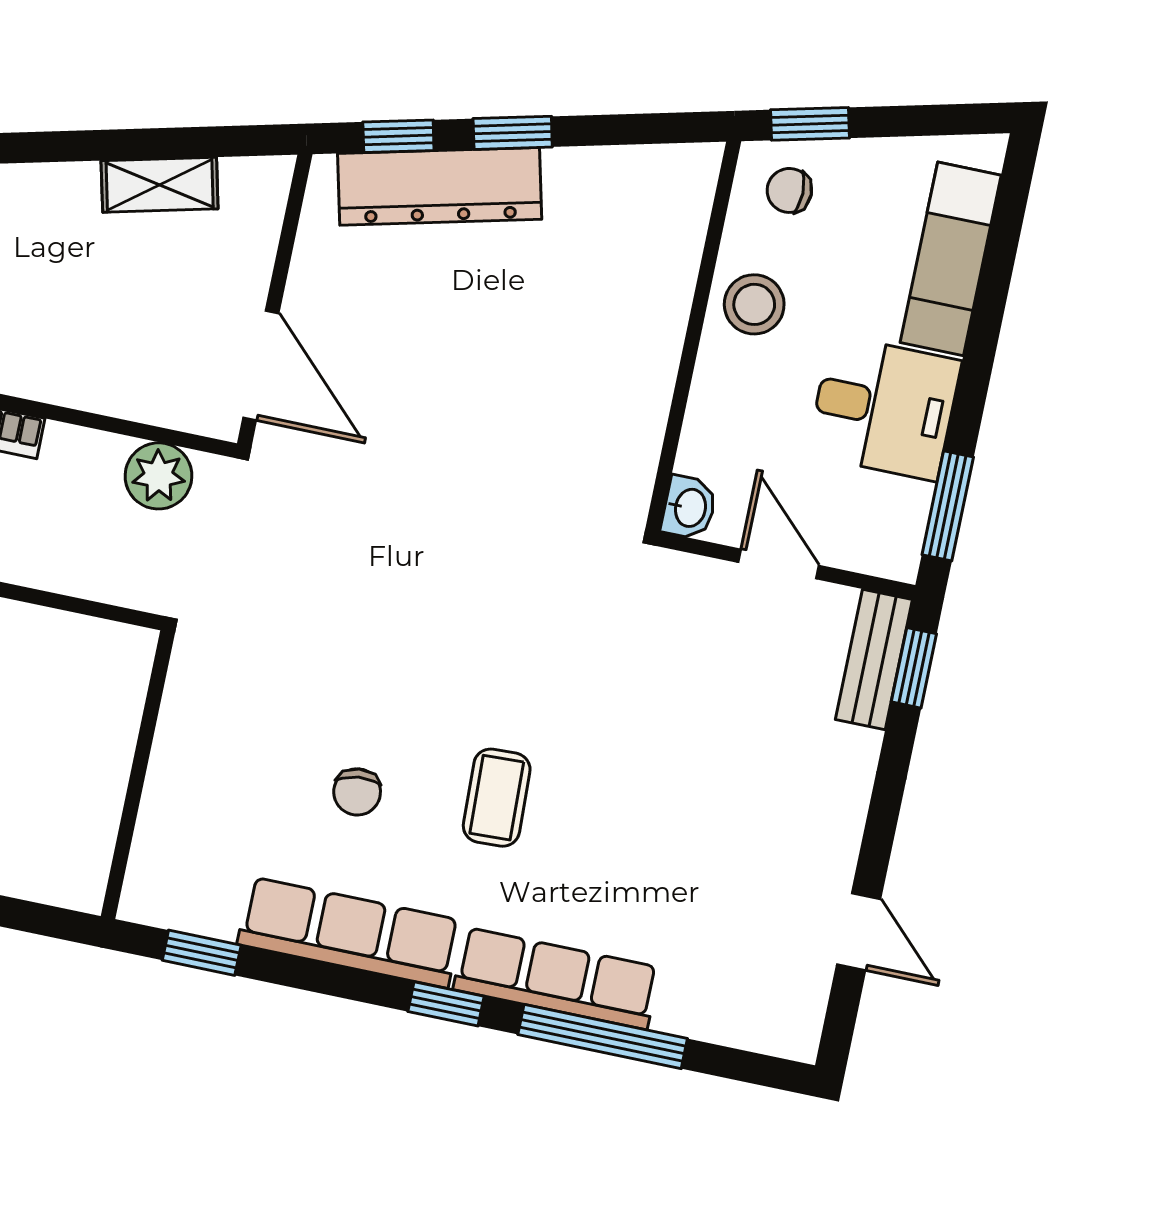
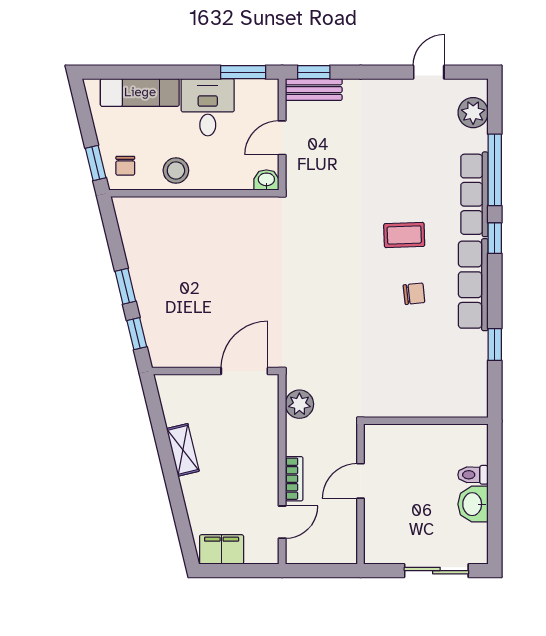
shelving: (160, 185) -> (183, 450), moved
dresser: (440, 186) -> (154, 312), removed
wall: (138, 775) -> (426, 421), moved
plant: (744, 1014) -> (473, 113), added

